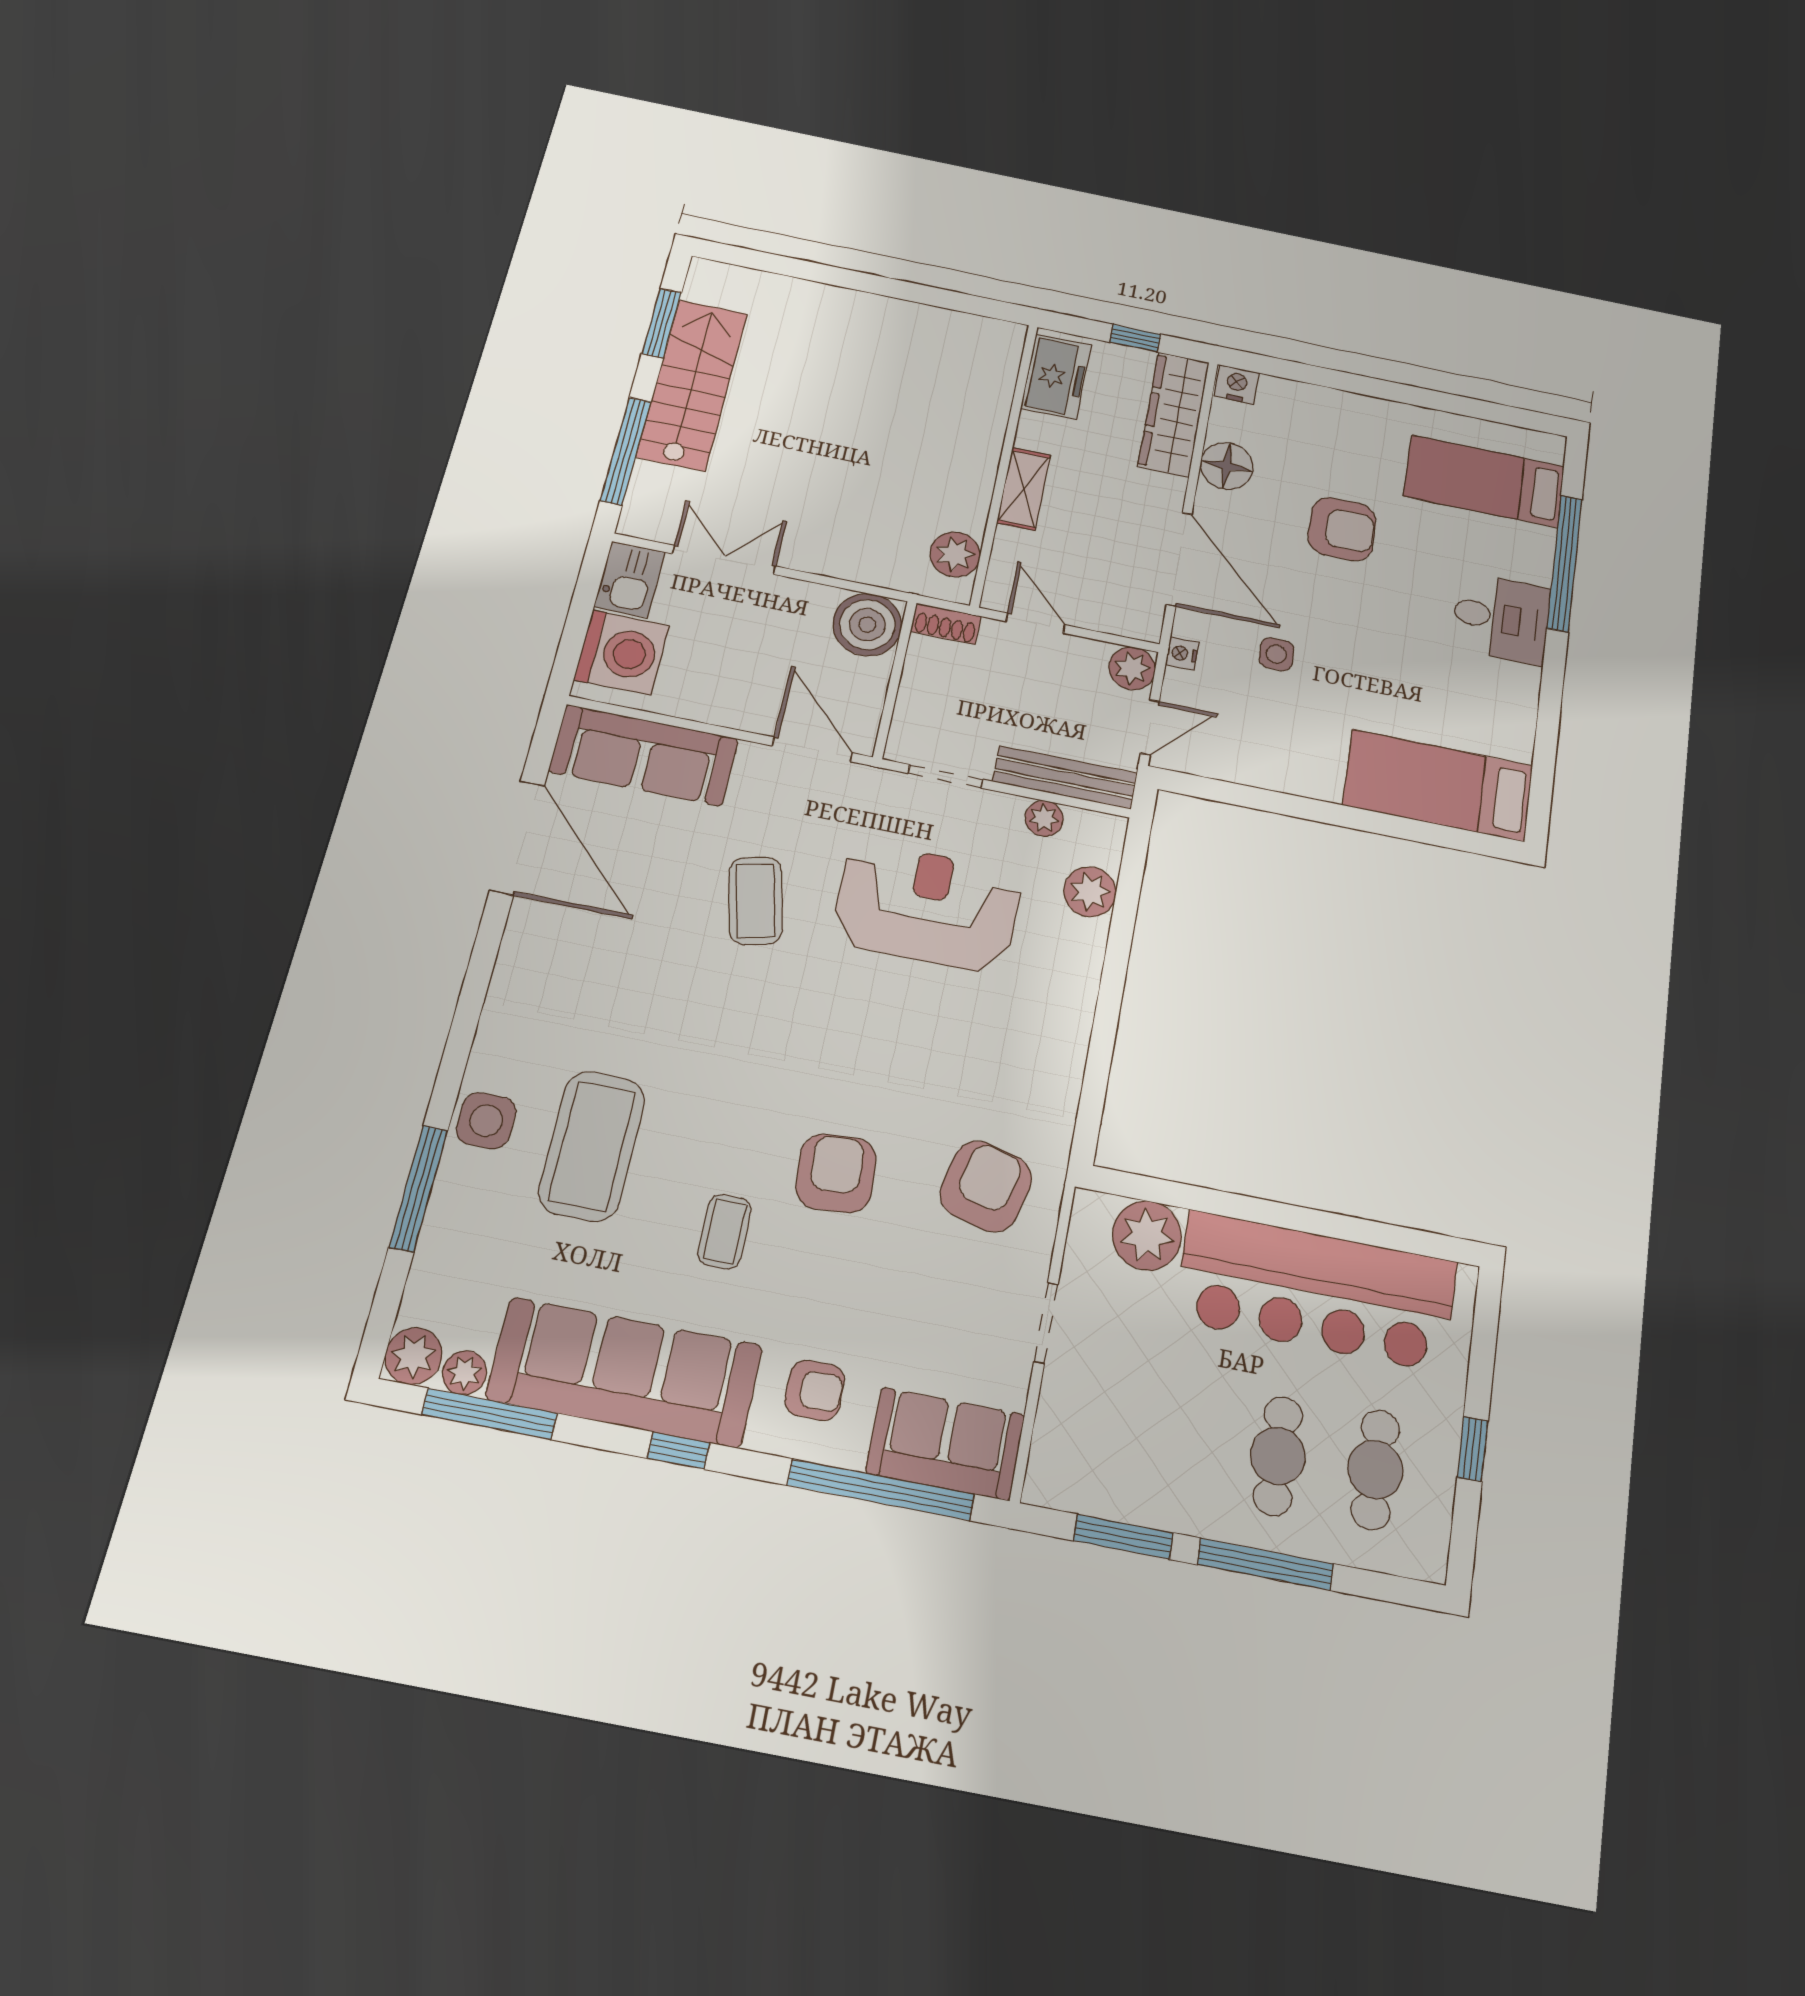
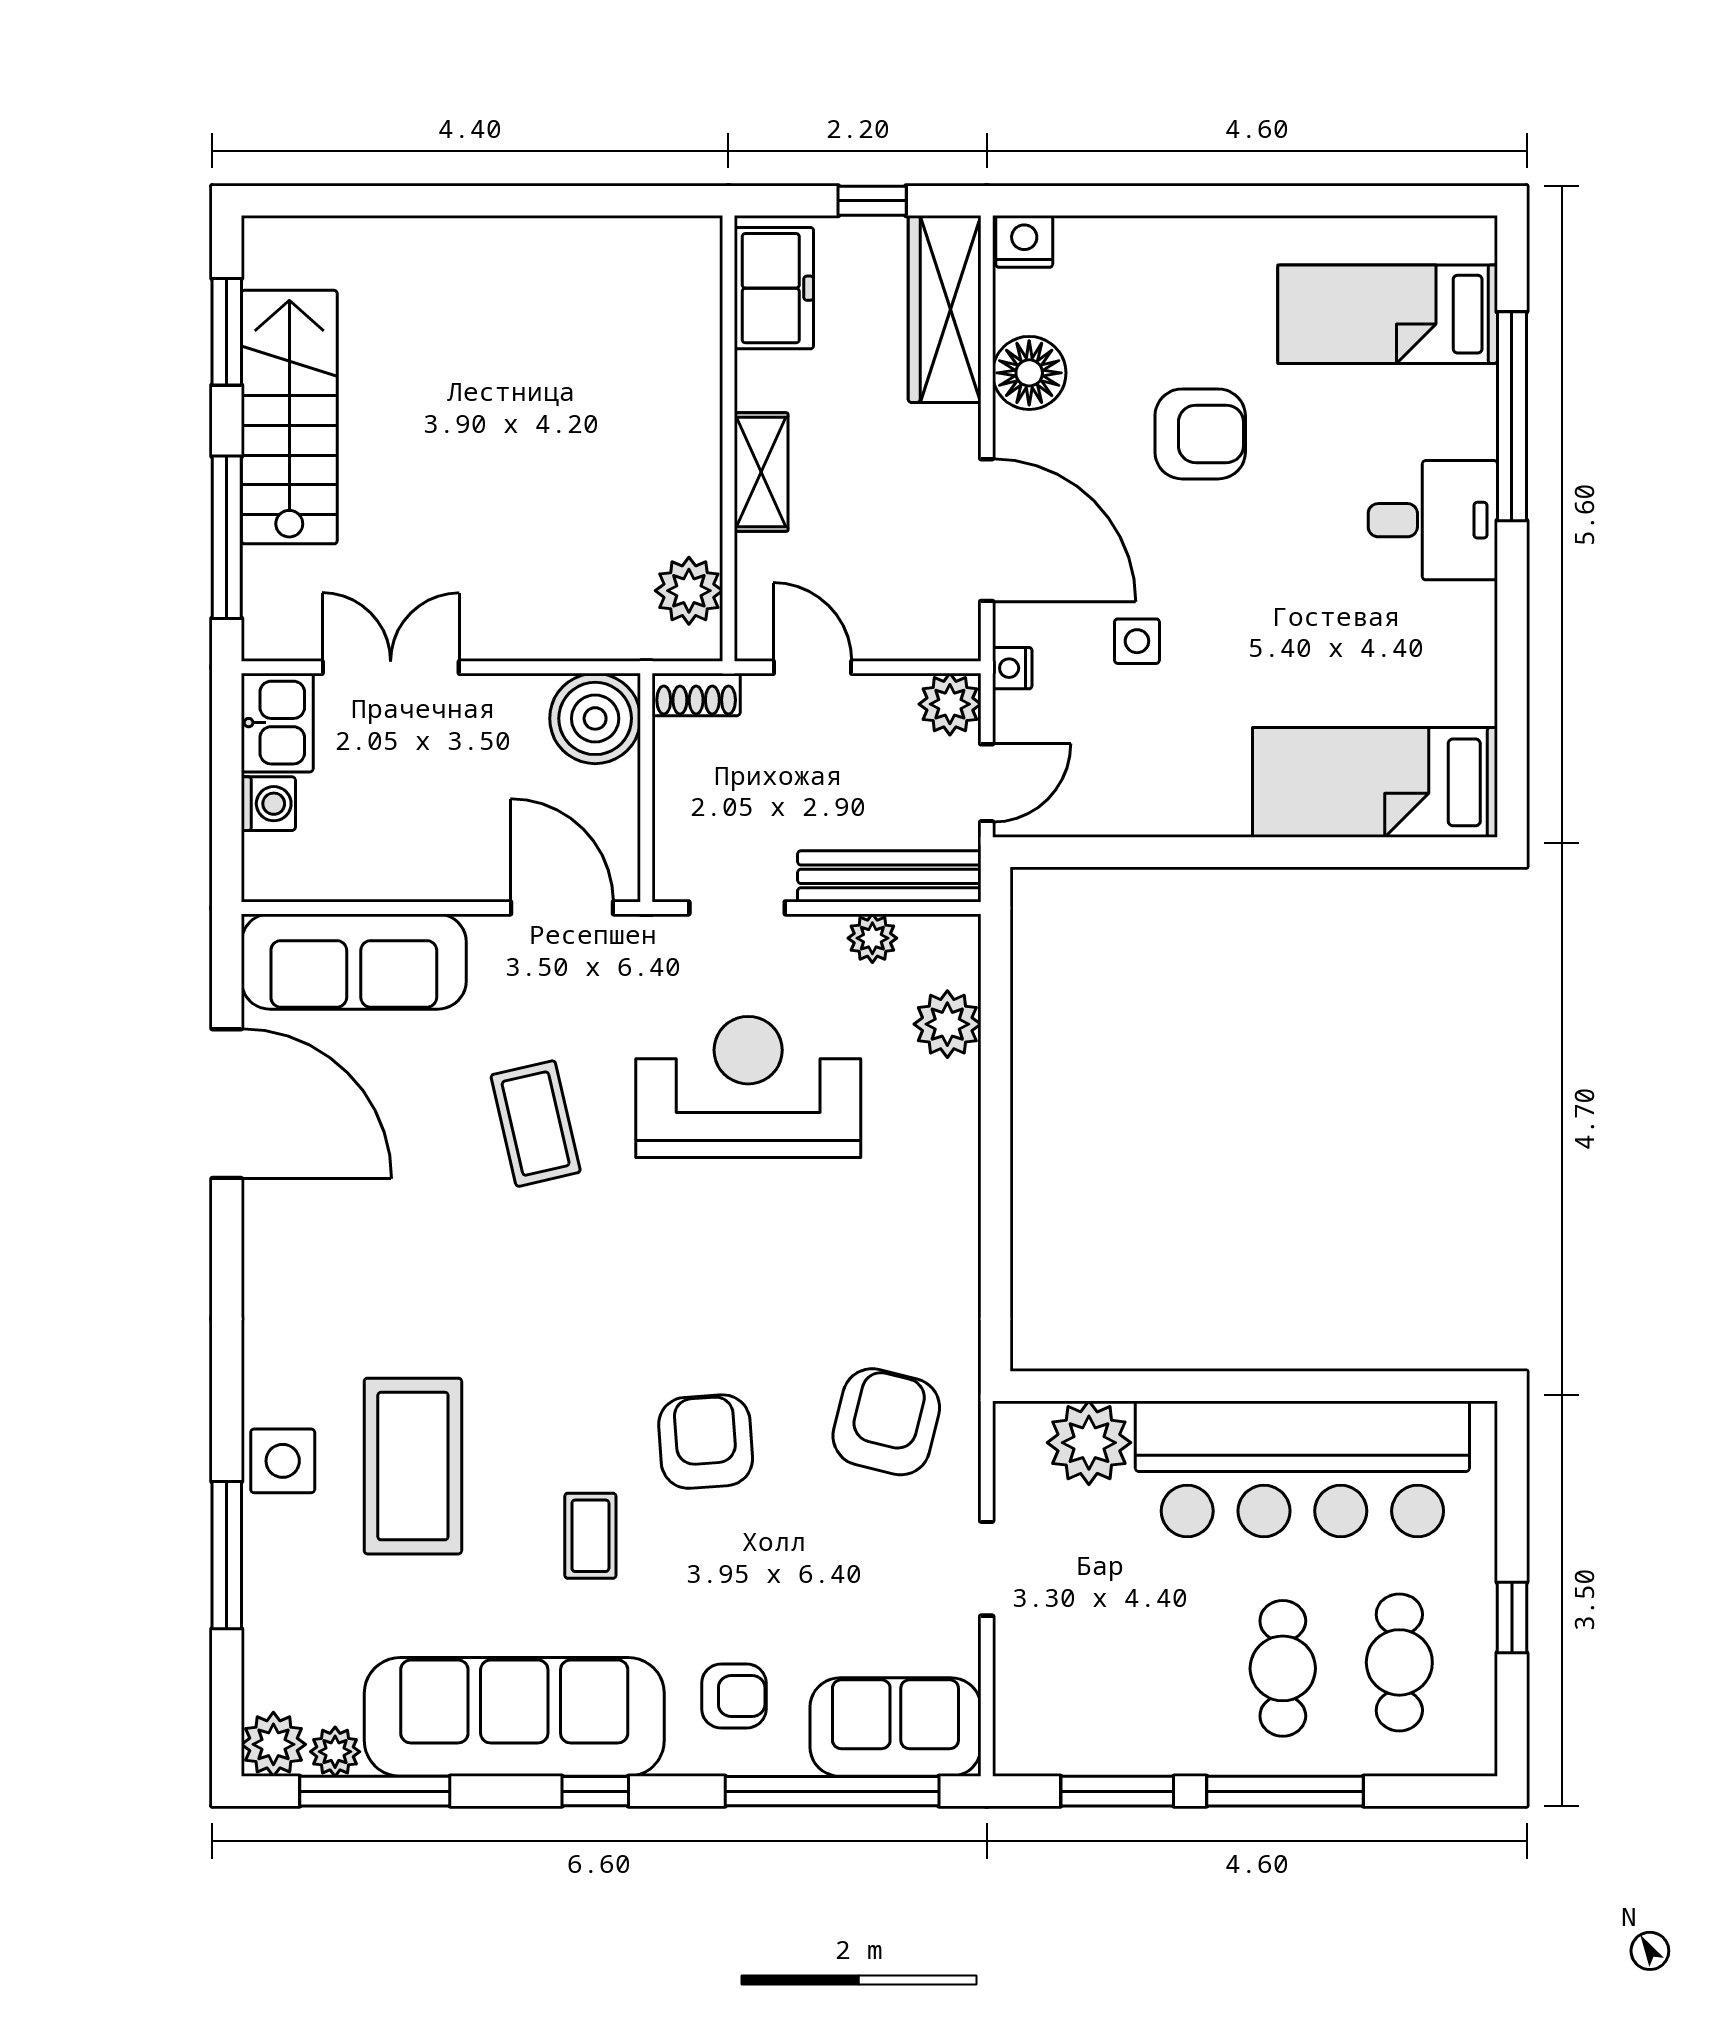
washing machine: (622, 652) -> (268, 804), width x0.53, depth x0.53

